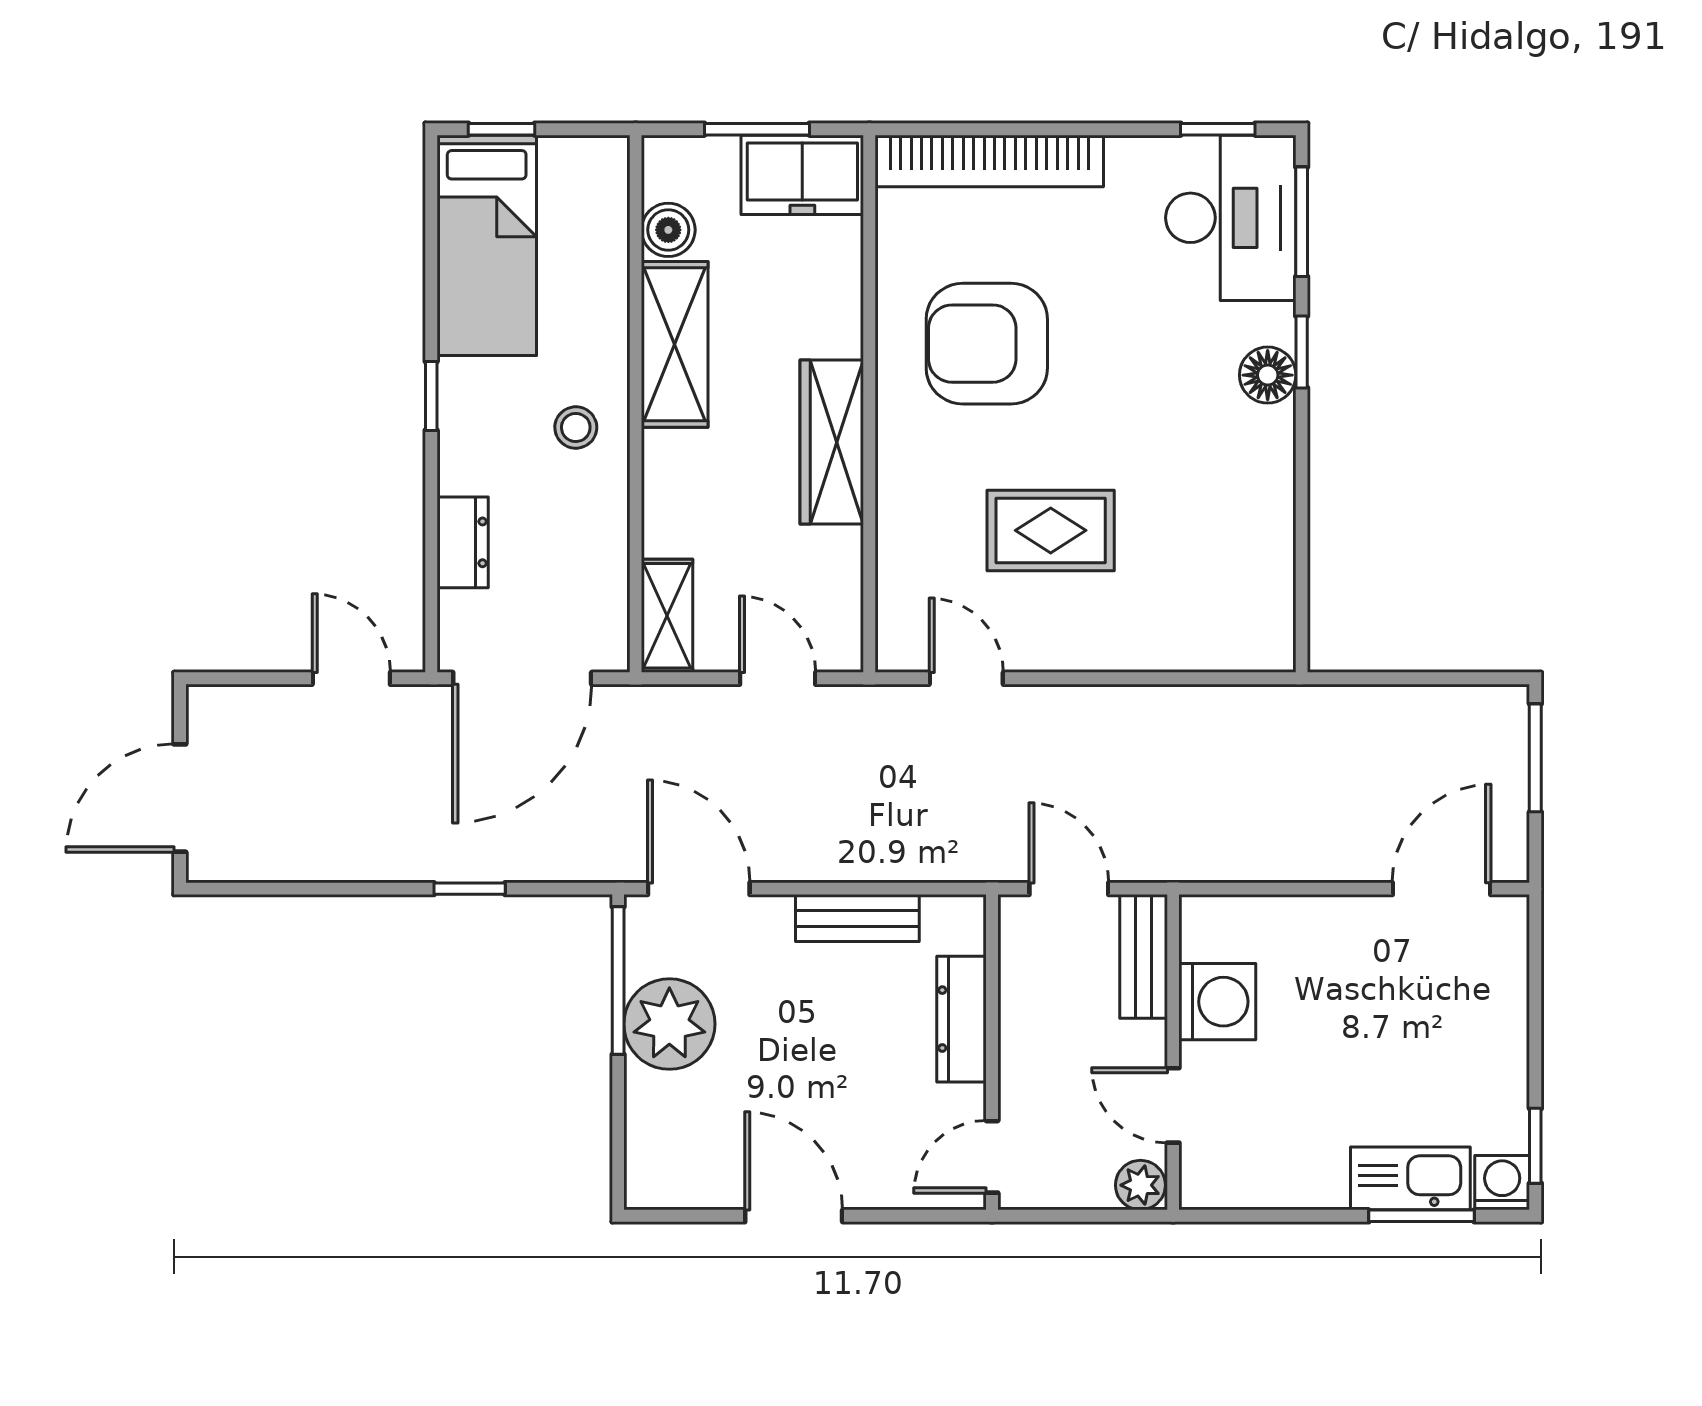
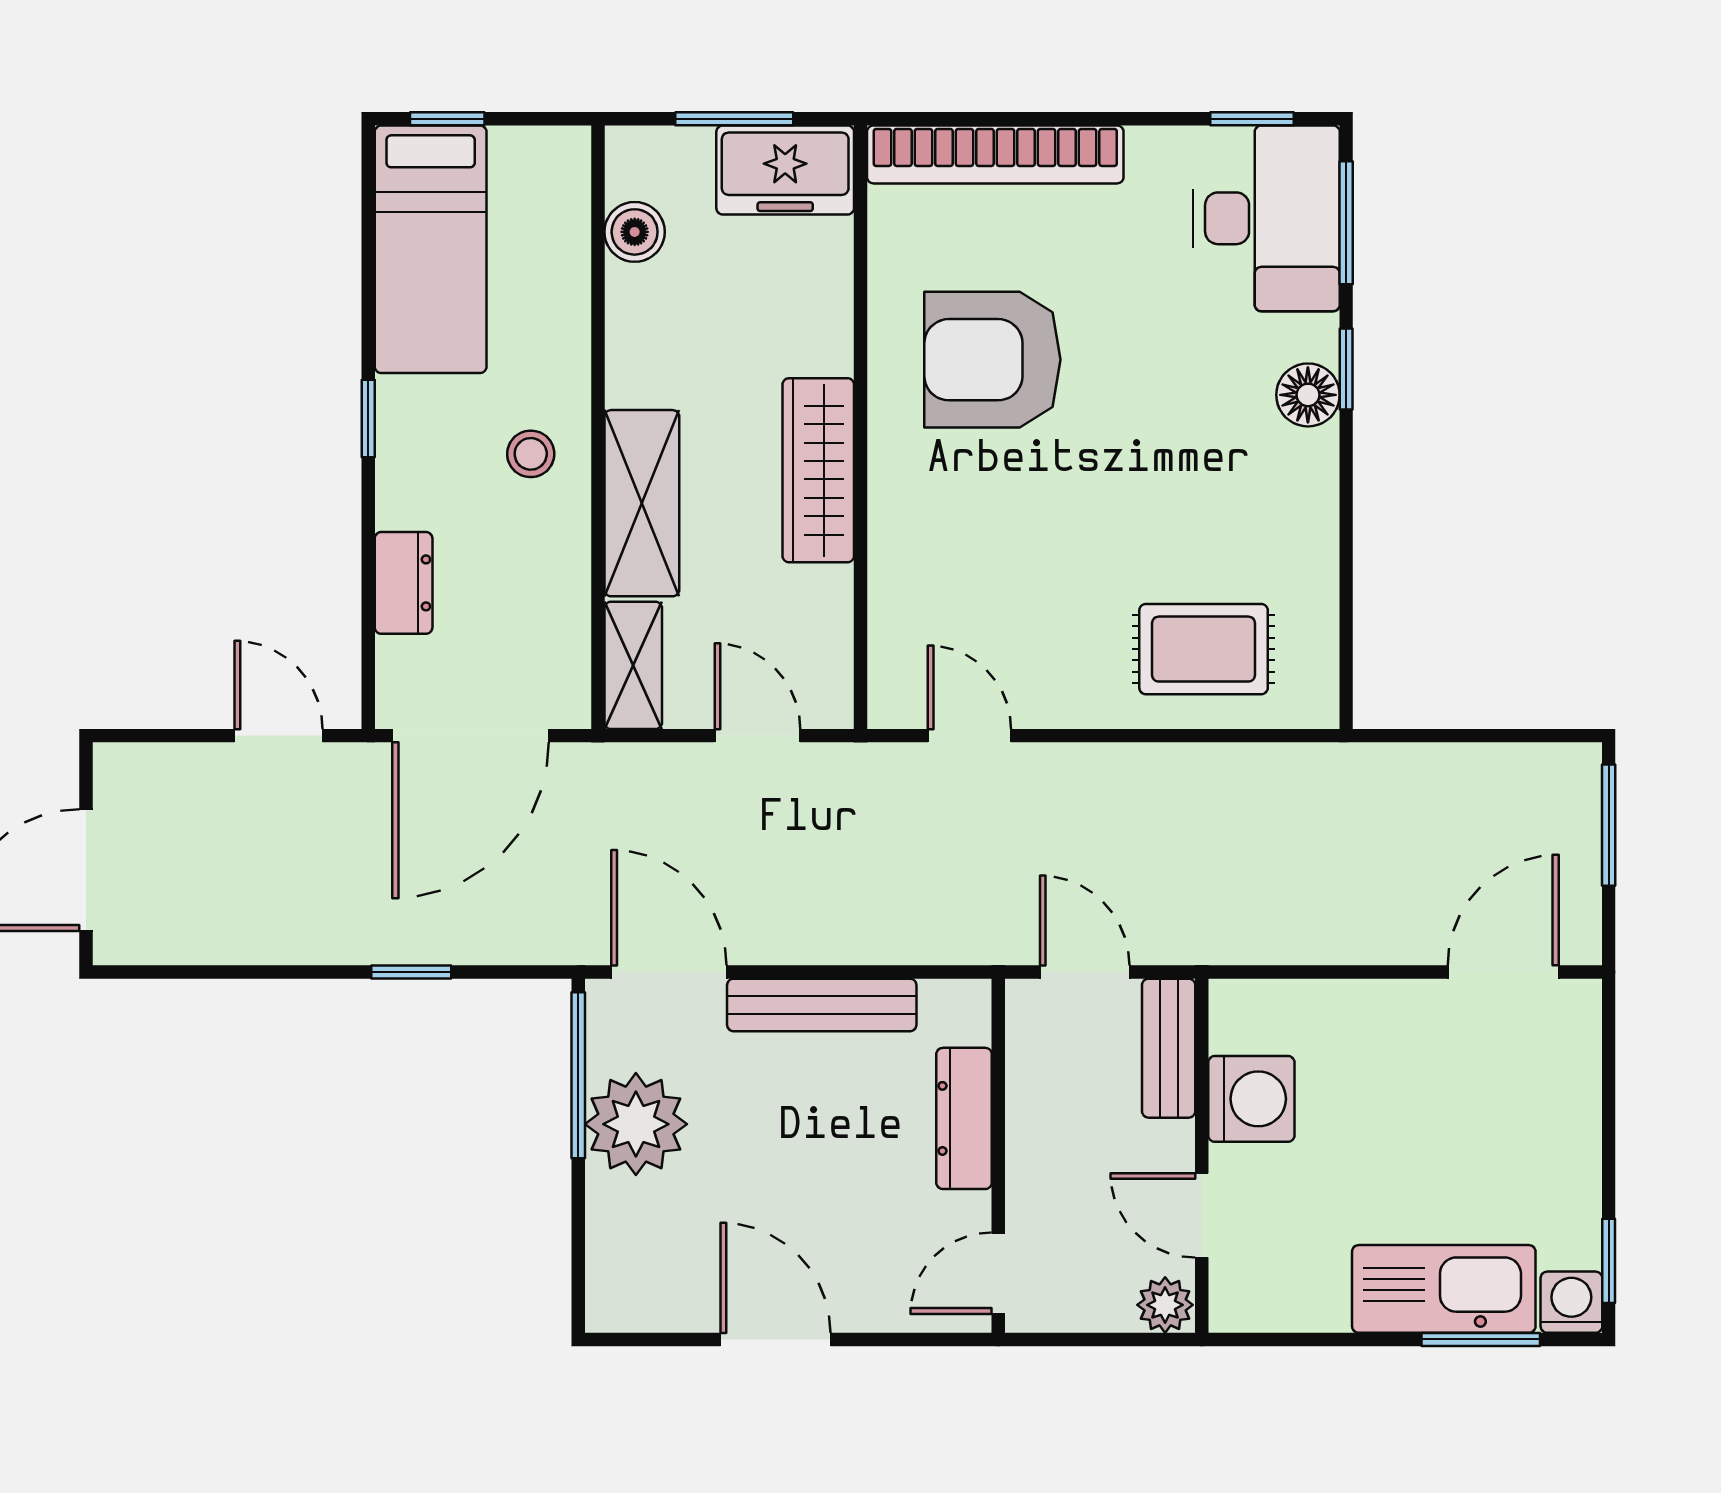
shelving: (675, 344) -> (642, 503), moved
rug: (1051, 530) -> (1204, 649), moved
bench: (857, 918) -> (822, 1005), width x1.36
kitchen sink: (1410, 1178) -> (1444, 1289), width x1.36, depth x1.24

